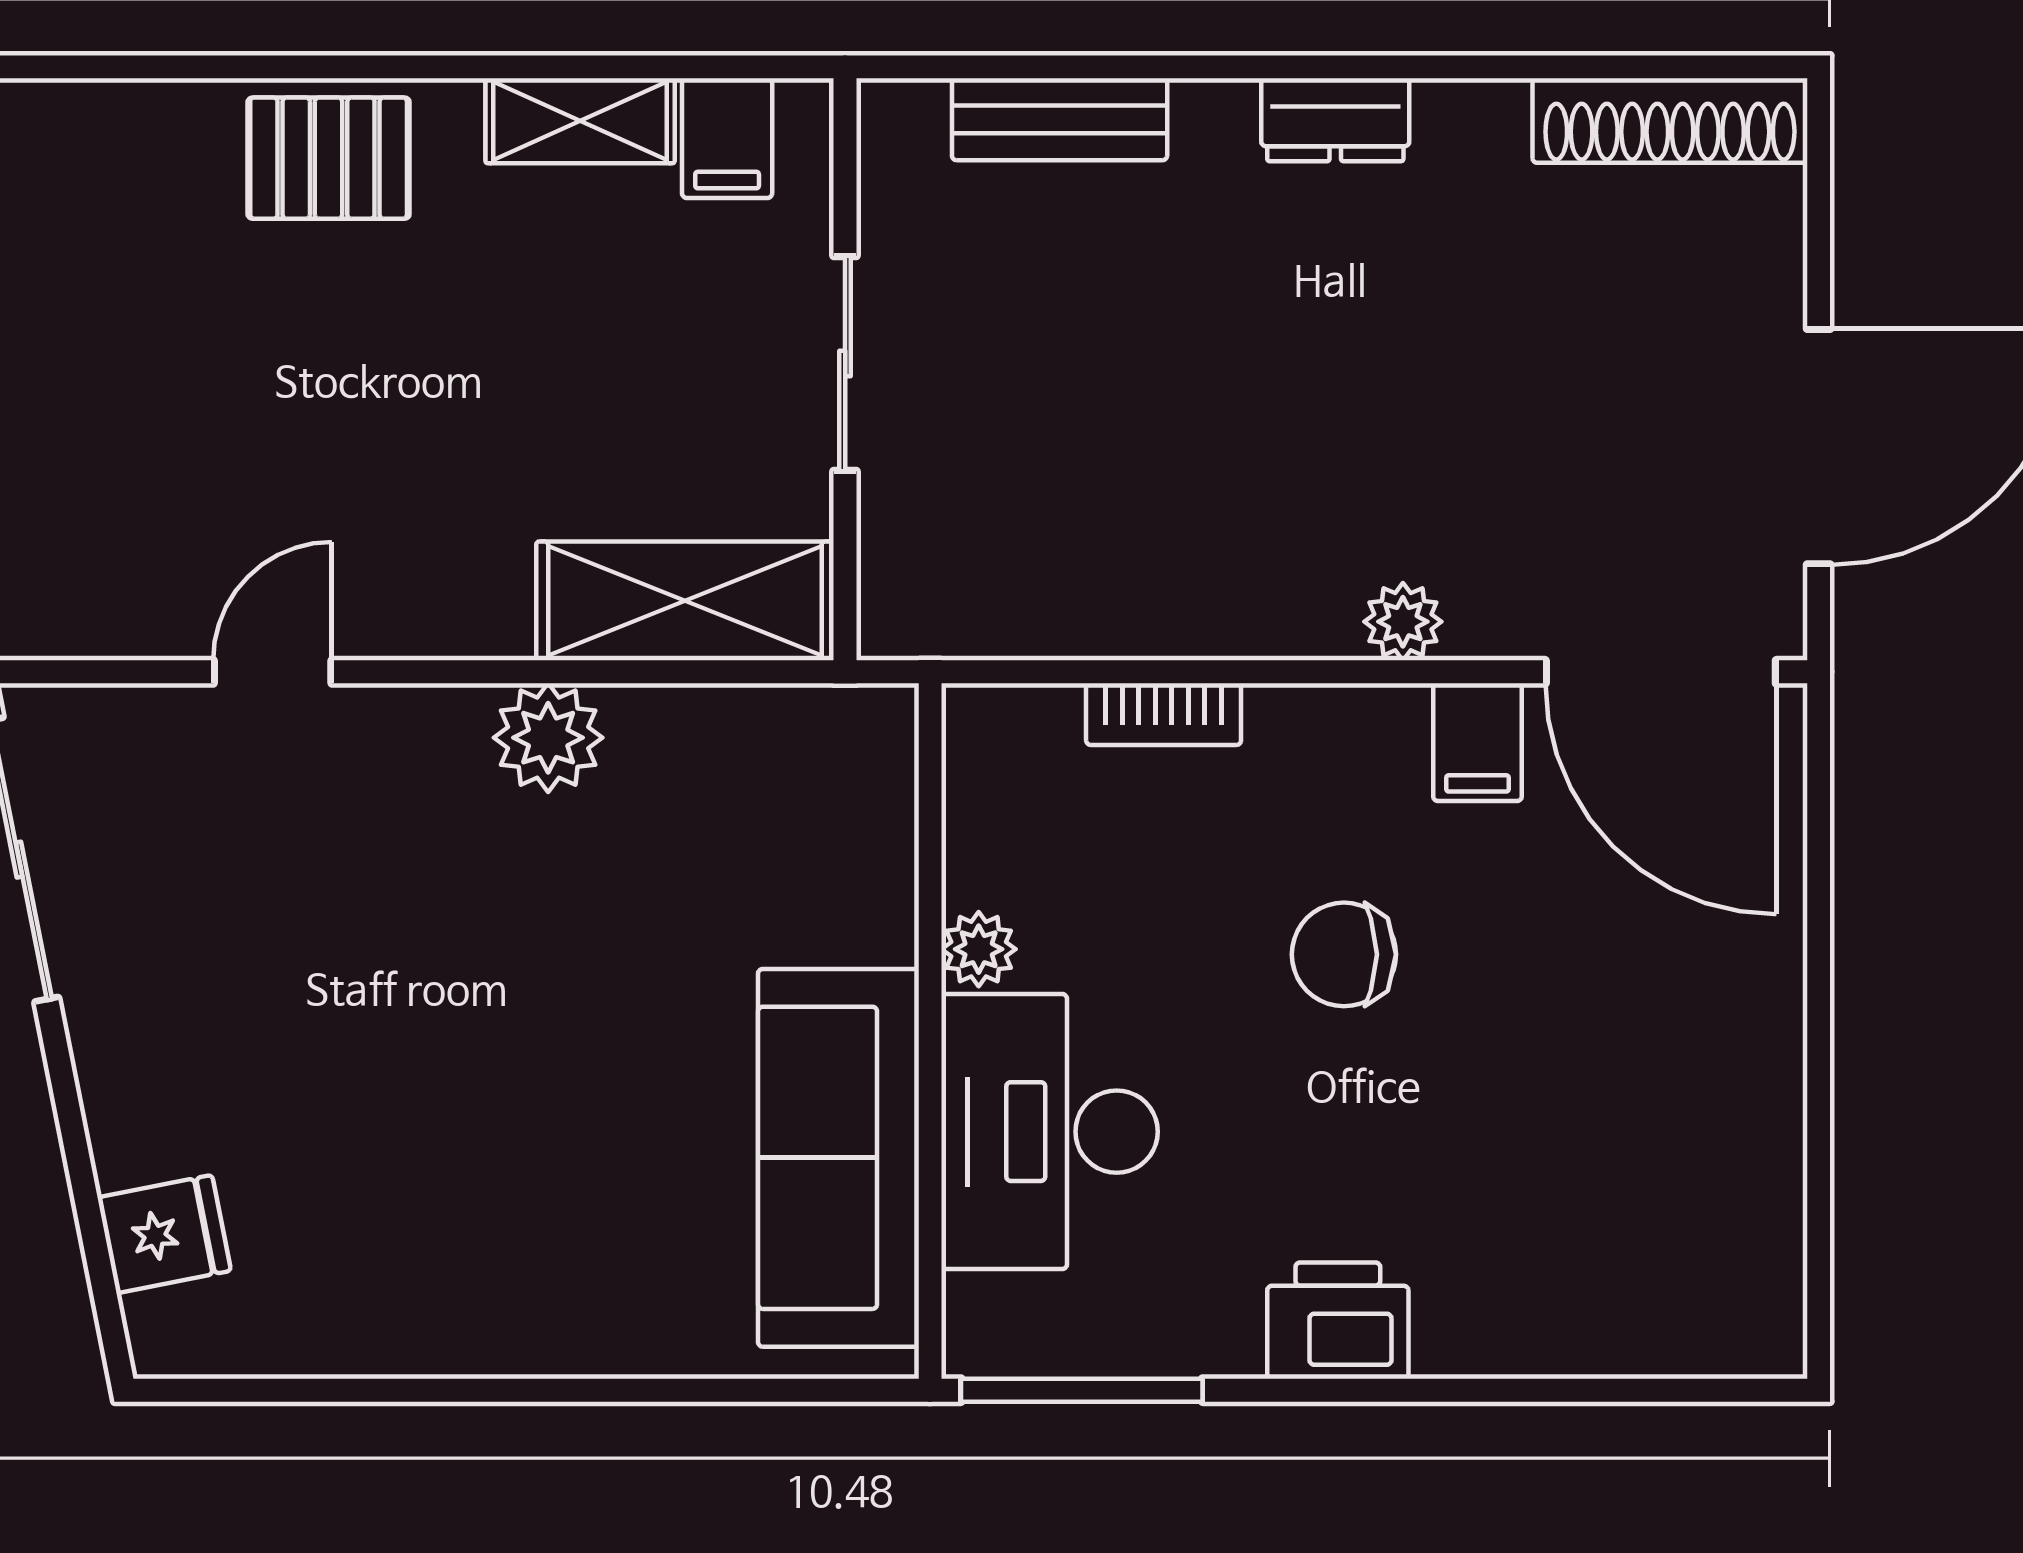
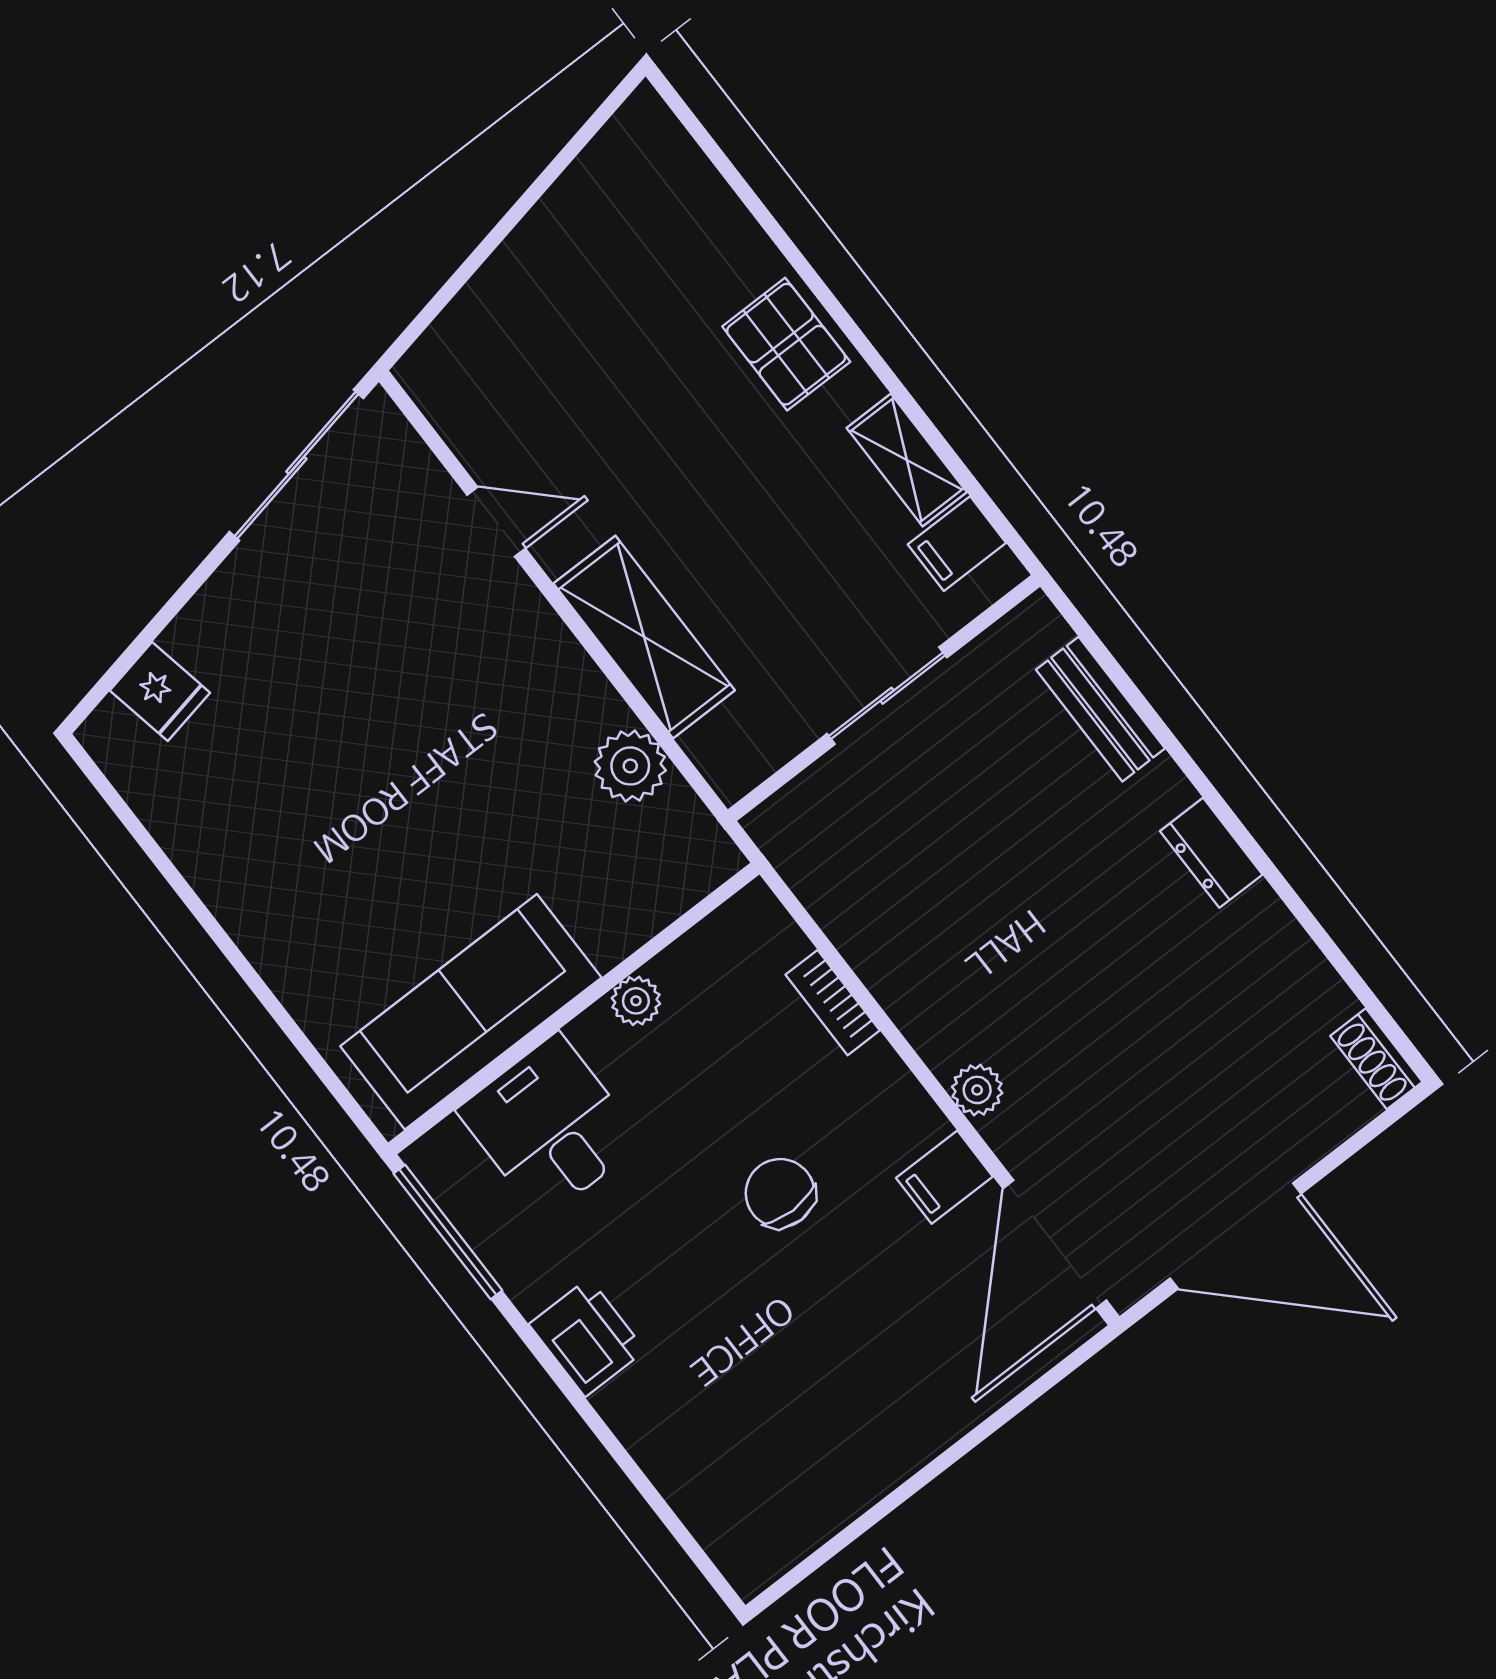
shoe rack: (1670, 121) -> (1376, 1059), width x0.51, depth x0.81
shelving: (685, 601) -> (644, 637), moved
plant: (548, 738) -> (630, 766), moved
desk: (1050, 1132) -> (550, 1126), width x0.73

